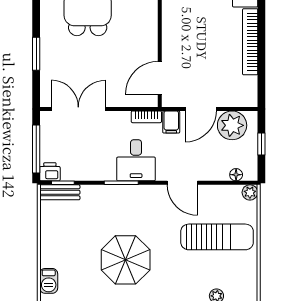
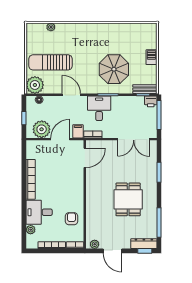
plant: (250, 192) -> (35, 85), width x1.88, depth x1.88
parasol: (126, 260) -> (114, 69), moved
barbecue: (49, 281) -> (151, 57), moved

